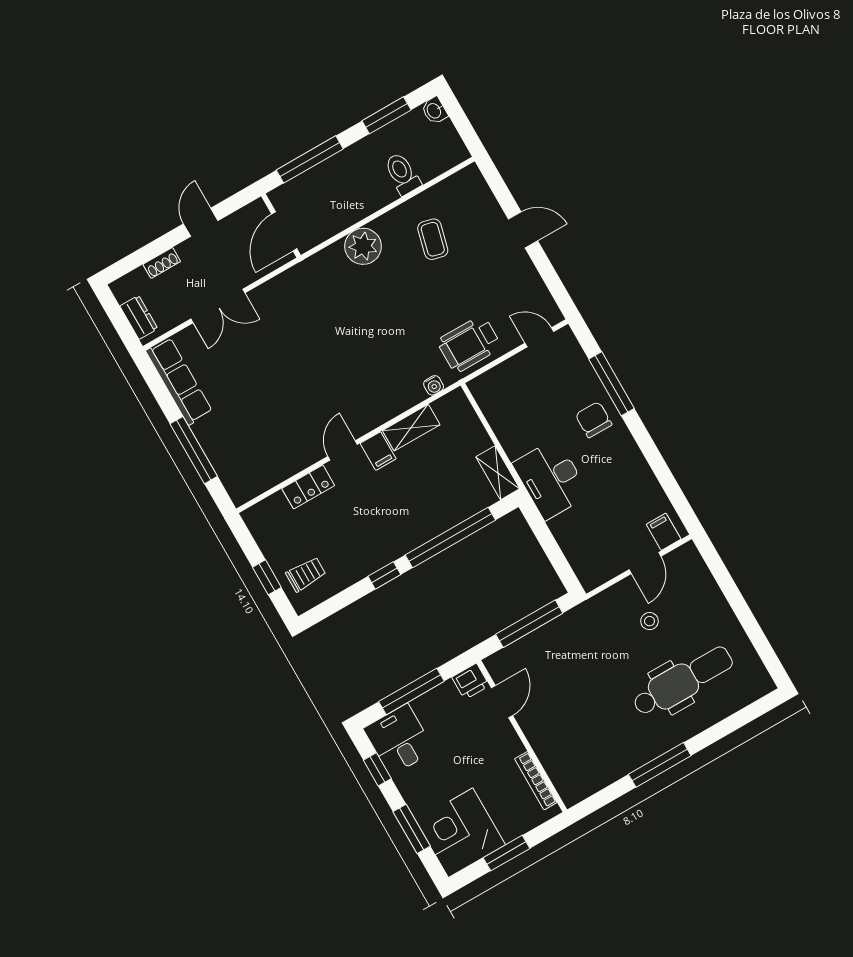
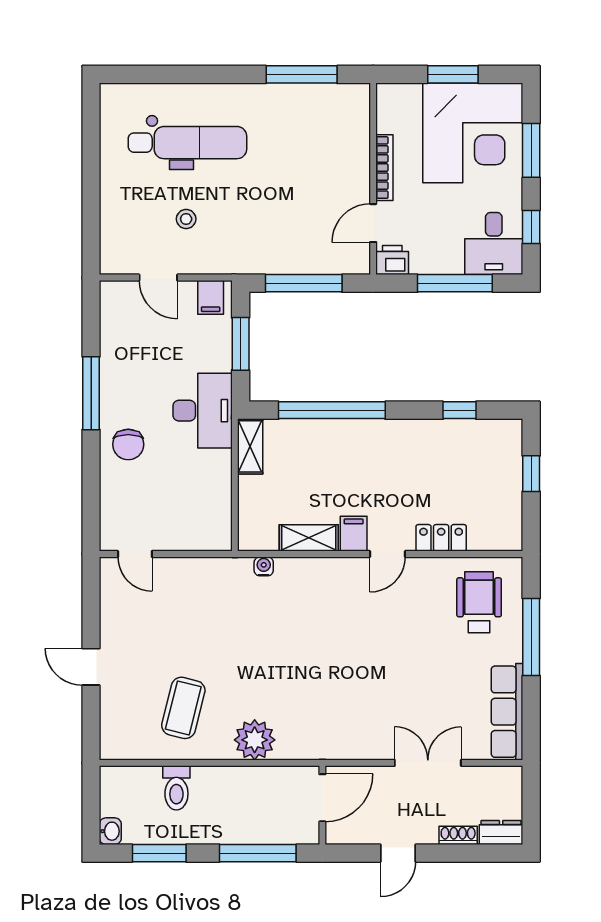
coffee table: (433, 239) -> (183, 708), width x1.36, depth x1.30
dresser: (139, 317) -> (501, 832), moved, turned 90
wheelchair: (469, 344) -> (479, 602), moved, turned -90
window: (612, 384) -> (91, 393), moved
filing cabinet: (664, 532) -> (211, 297), moved
window: (551, 548) -> (241, 344), added
door: (645, 563) -> (158, 278), swing flipped
trolley: (306, 574) -> (492, 455), removed
window: (384, 575) -> (460, 410), moved
dental chair: (683, 681) -> (187, 143), turned 180
window: (660, 765) -> (302, 74), moved
bookcase: (536, 781) -> (384, 168), moved
corner desk: (461, 833) -> (473, 133), width x1.36, depth x1.36

